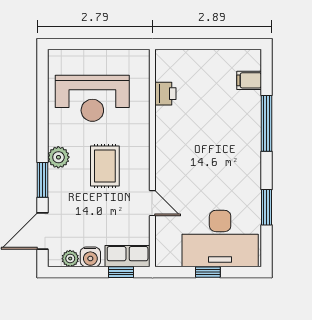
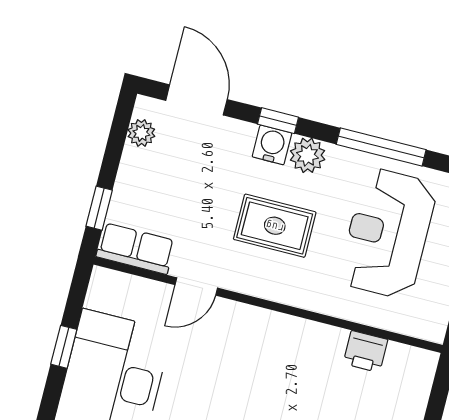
window: (42, 115) -> (381, 147), added
window: (42, 180) -> (278, 121), width x0.67
row of seats: (128, 256) -> (136, 249), moved, turned -90
water cooler: (90, 257) -> (272, 145), moved, turned 90

